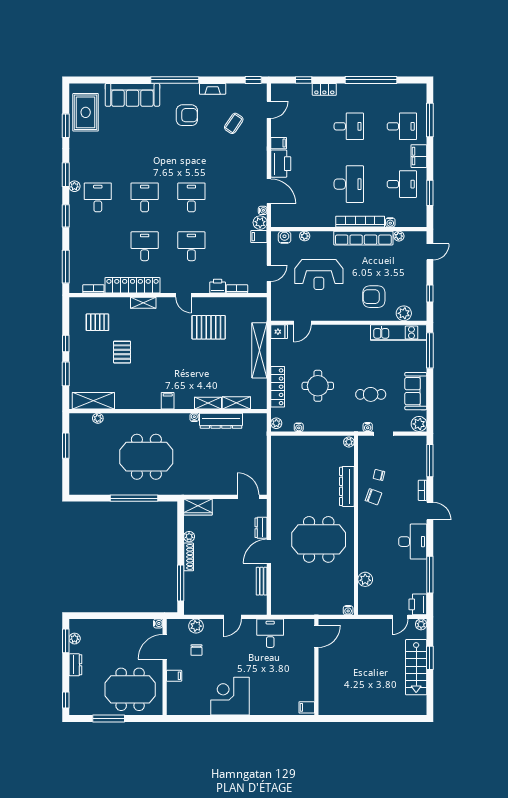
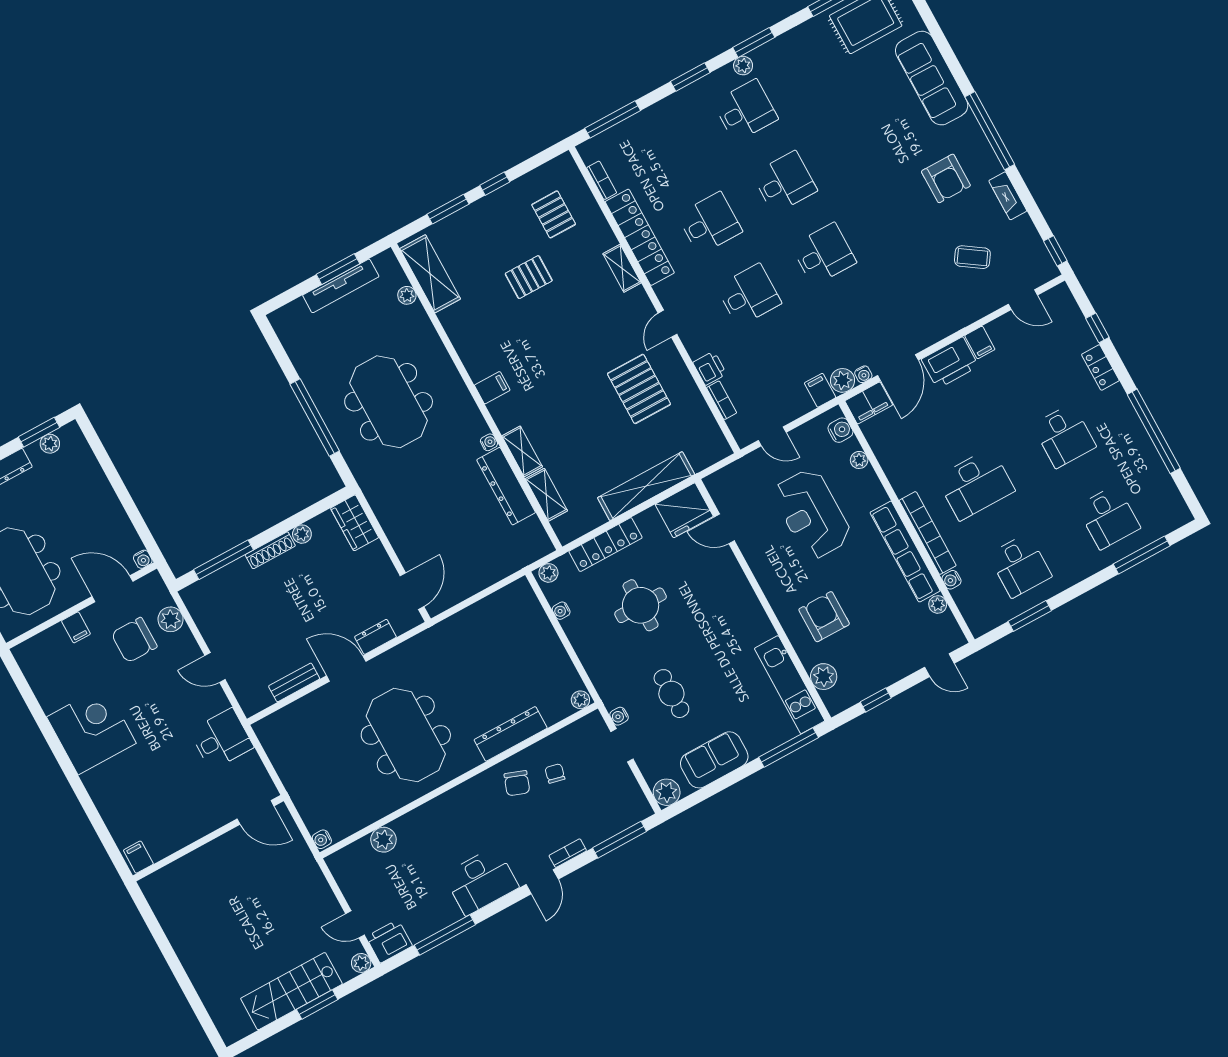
filing cabinet: (419, 156) -> (869, 403), moved, turned 180
fridge: (279, 332) -> (684, 510), width x1.88, depth x1.34
tv unit: (75, 449) -> (341, 286), added
chair: (196, 650) -> (134, 640), width x1.87, depth x1.87

